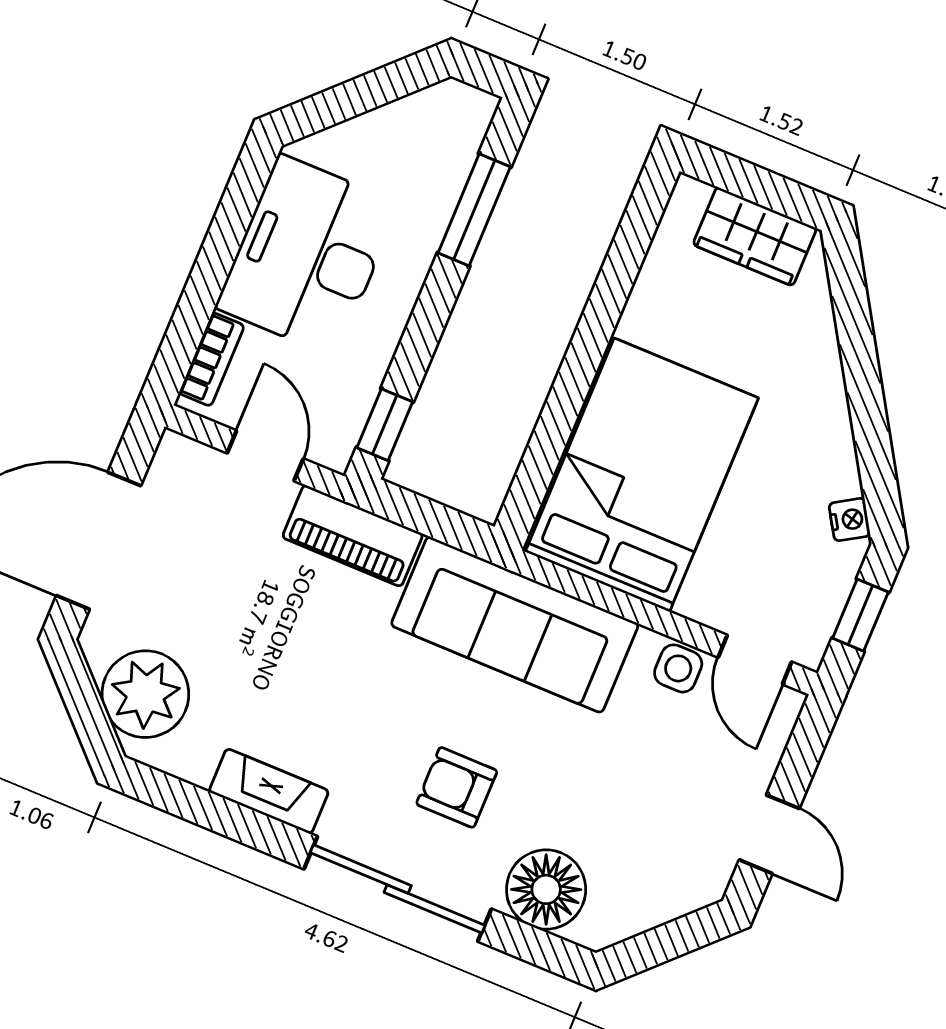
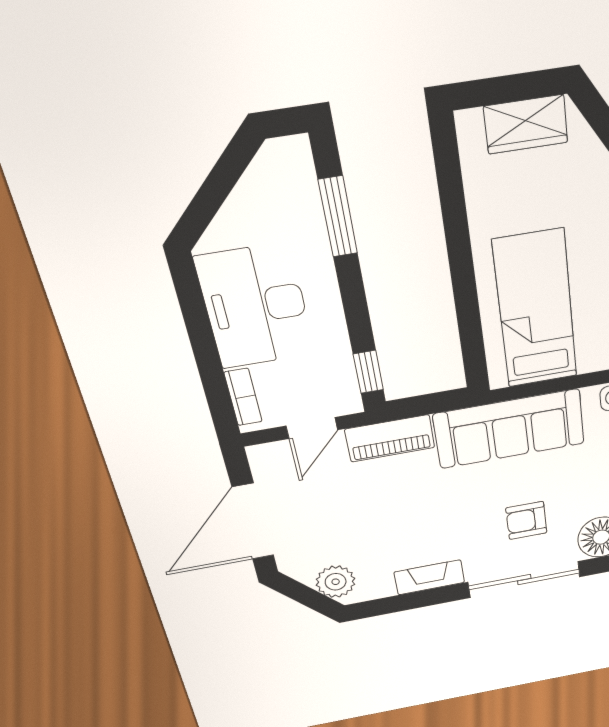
door: (265, 456) -> (312, 428), swing flipped
bed: (642, 475) -> (536, 310), width x0.67
plant: (145, 694) -> (336, 582), width x0.73, depth x0.73

